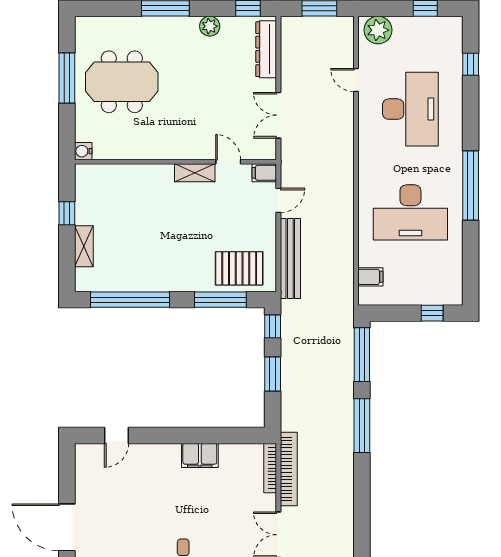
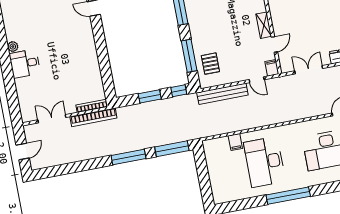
pallet: (239, 268) -> (210, 64), width x0.67, depth x0.71
filing cabinet: (370, 277) -> (235, 142), moved
window: (432, 313) -> (206, 187), removed
filing cabinet: (200, 455) -> (91, 61), removed

